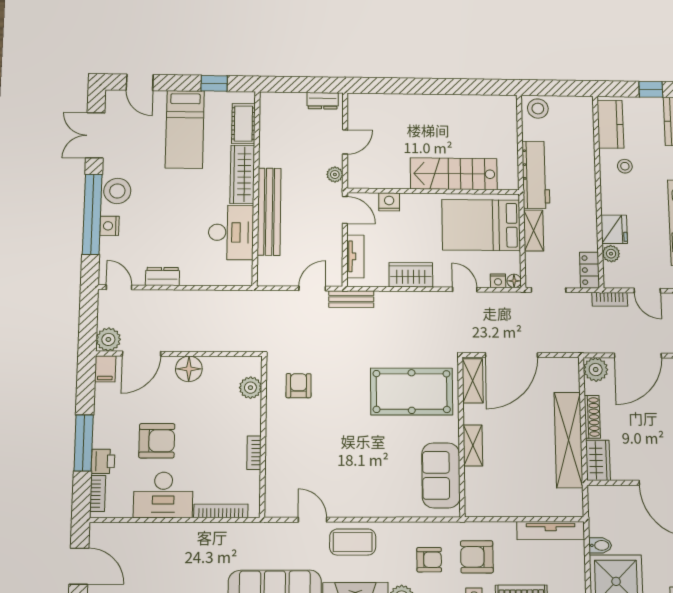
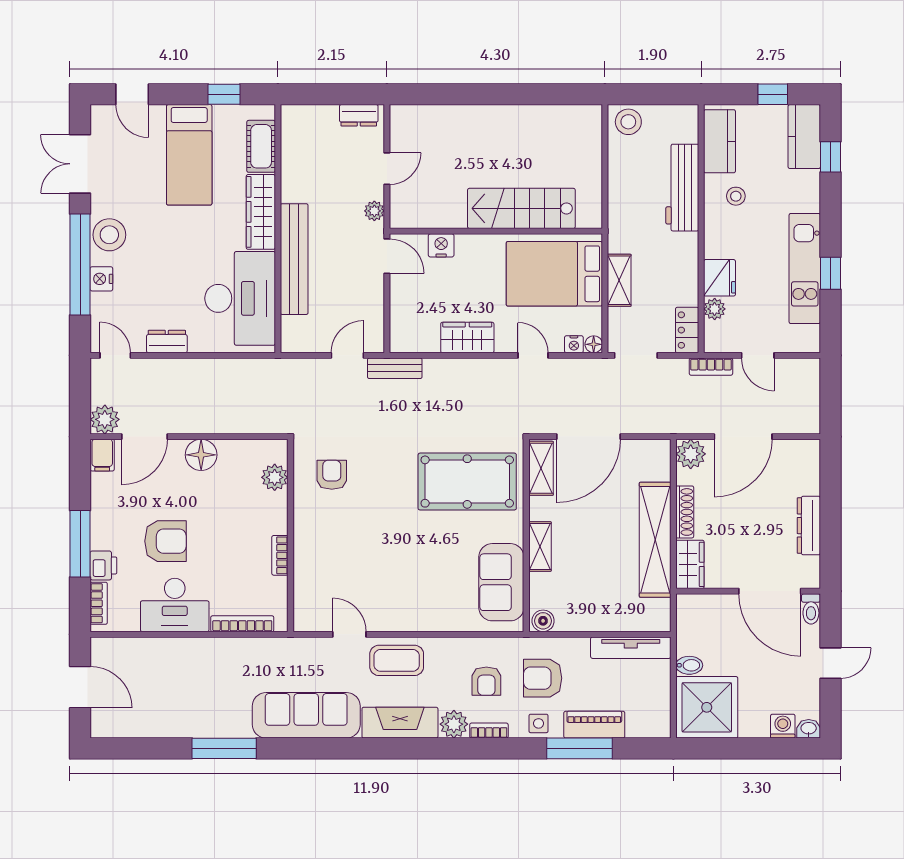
workbench: (536, 175) -> (682, 188), moved, turned 180
desk: (231, 232) -> (240, 298), width x1.36, depth x1.30
tv unit: (355, 256) -> (400, 315), removed
boiler: (476, 508) -> (543, 621), added
armchair: (429, 560) -> (486, 681), turned 90

